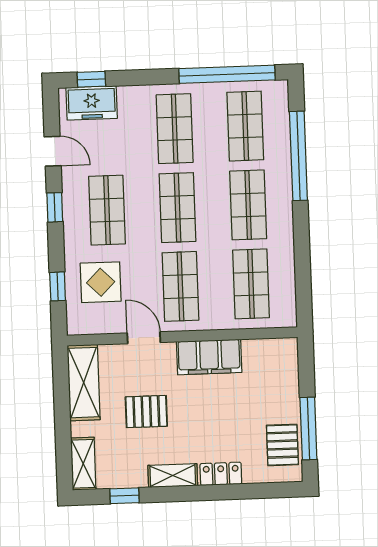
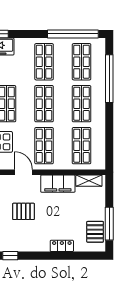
shelving: (173, 476) -> (89, 181), moved

